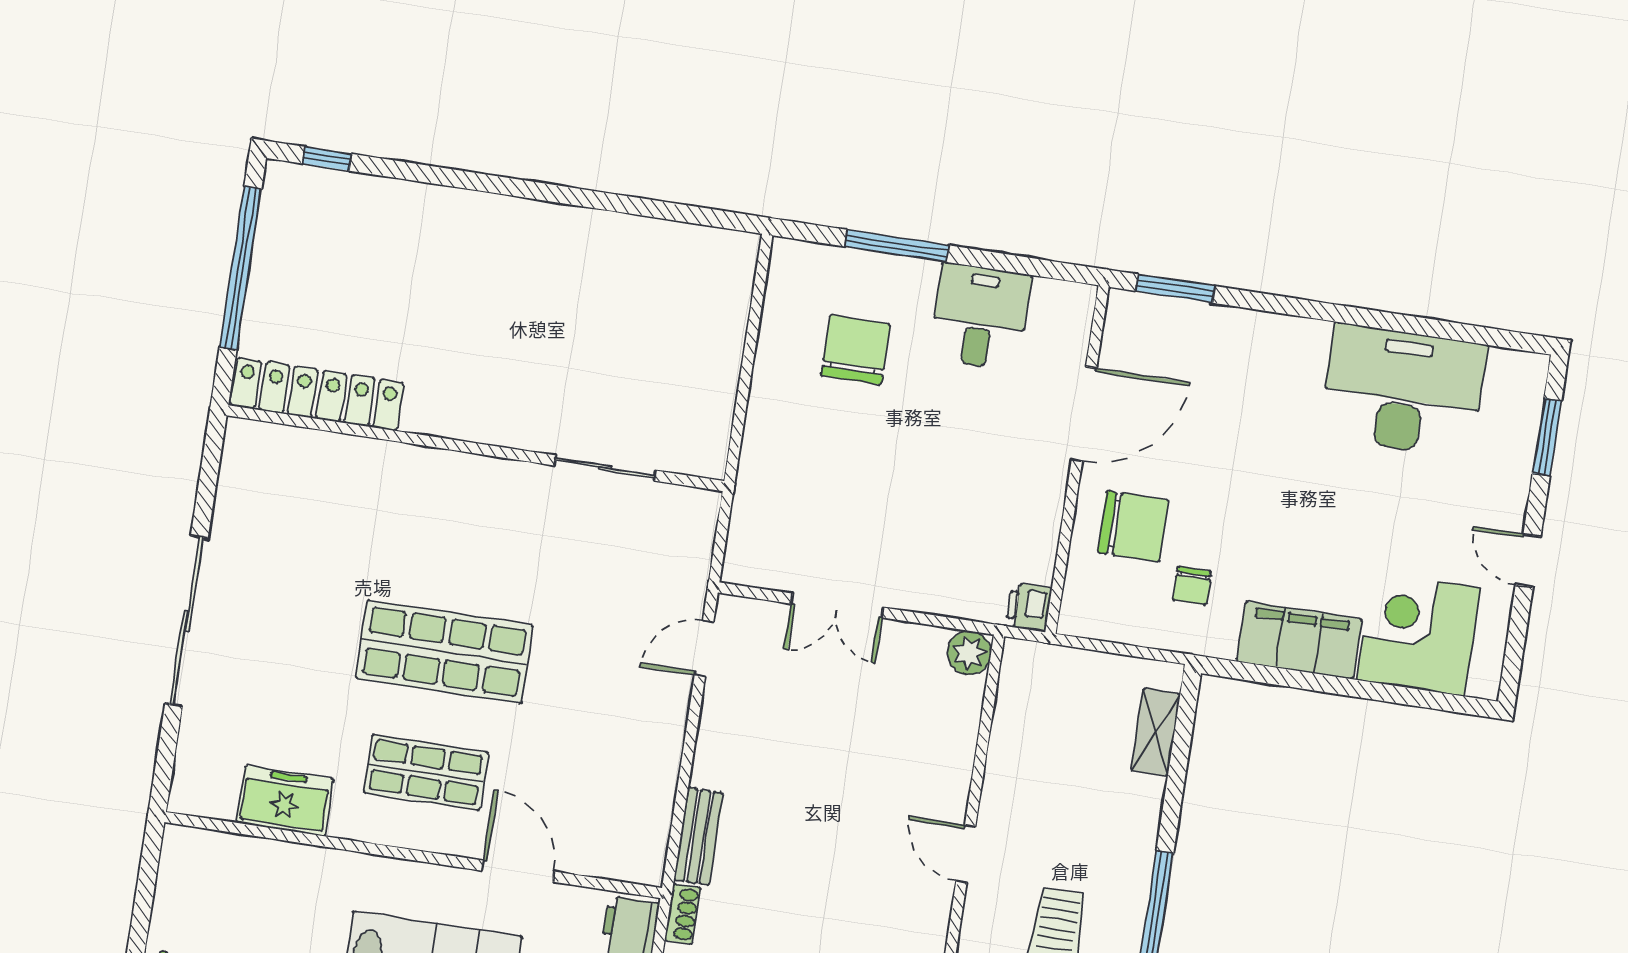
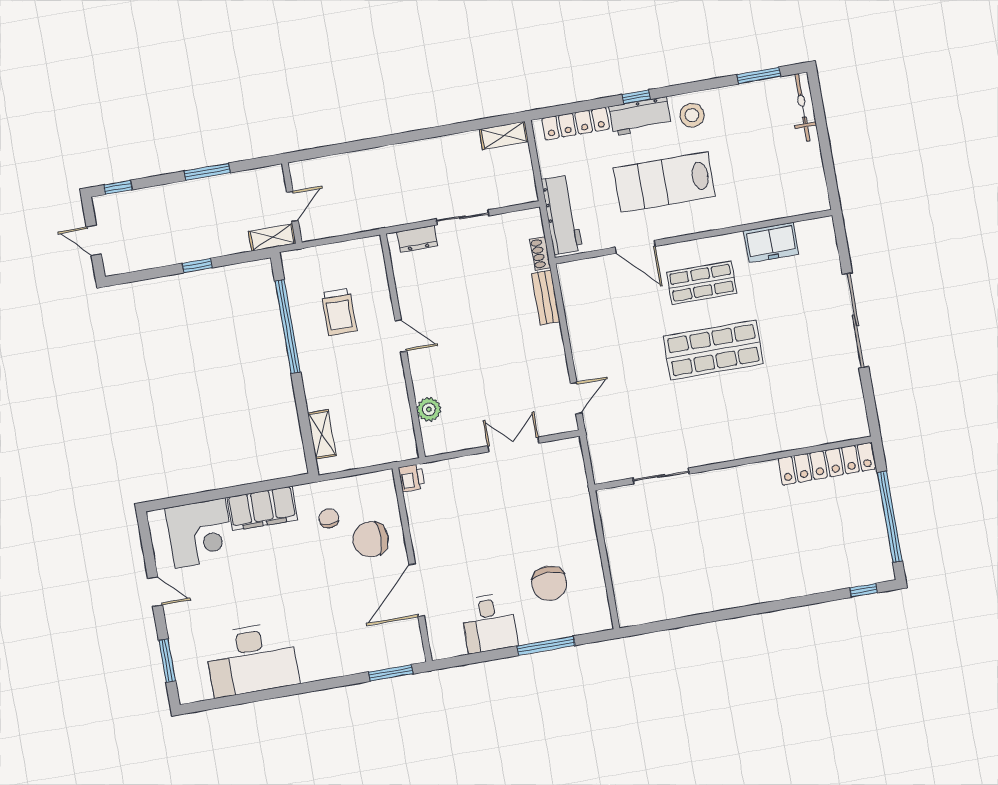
plant: (969, 653) -> (429, 409), moved

